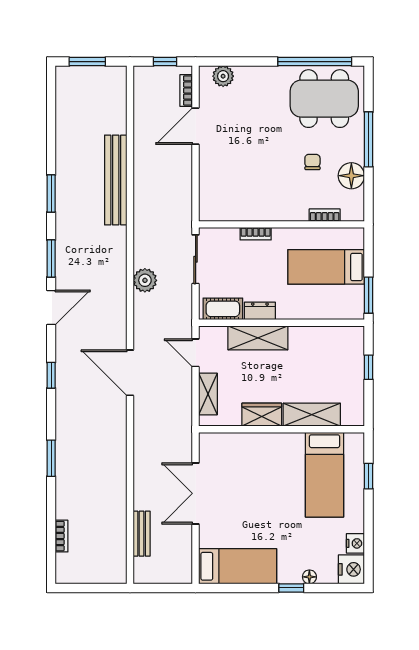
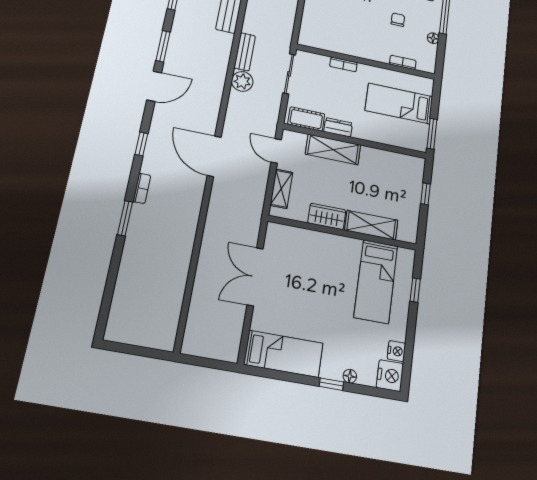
floor lamp: (351, 176) -> (433, 38), width x0.53, depth x0.53
bench: (142, 534) -> (245, 52), moved
bookcase: (62, 536) -> (142, 188), moved

